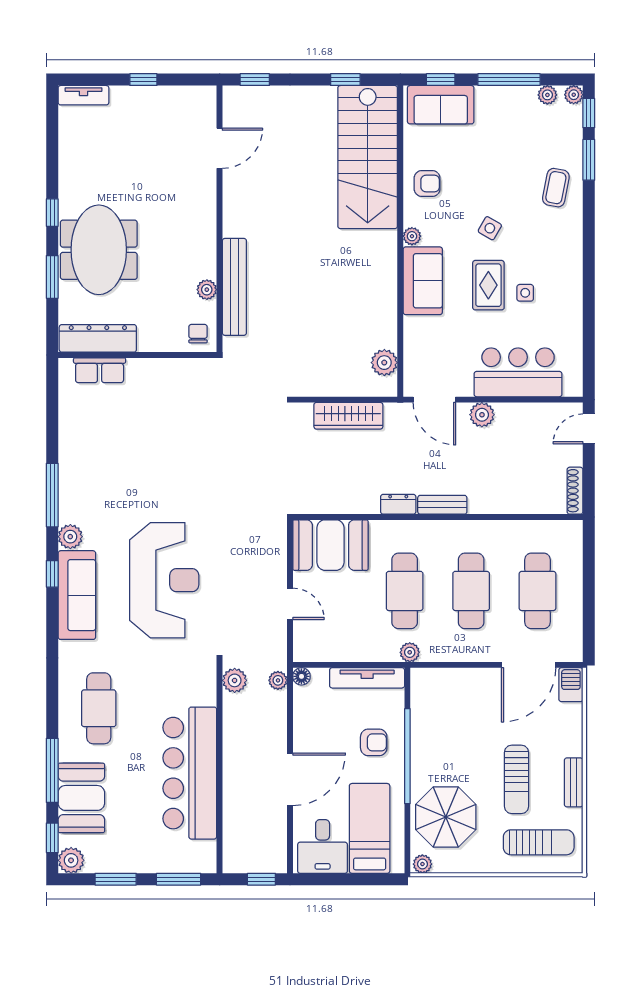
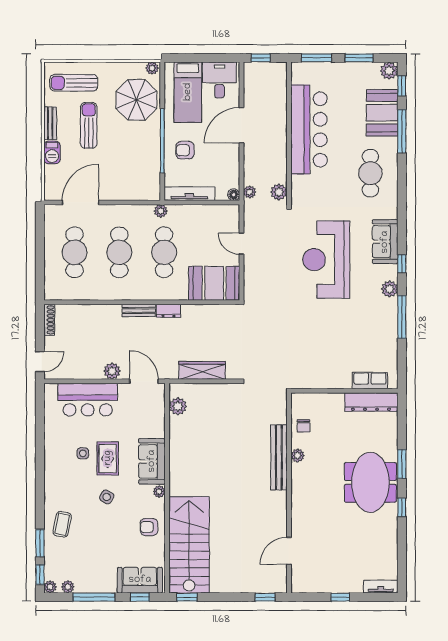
window: (345, 80) -> (187, 597), moved
dresser: (98, 338) -> (371, 402), moved
wall: (137, 355) -> (344, 391), moved
row of seats: (100, 370) -> (370, 381), moved
sofa: (77, 595) -> (385, 242), width x0.73
barbecue: (571, 685) -> (52, 152), moved

